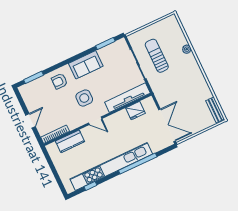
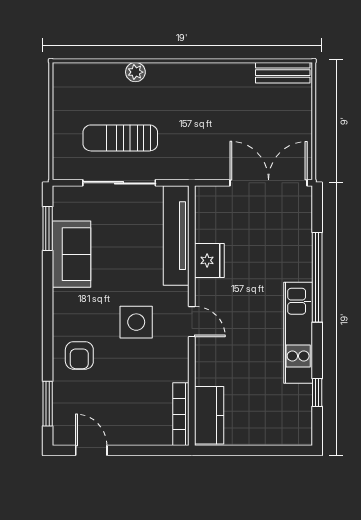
sofa: (86, 65) -> (71, 254), moved
fridge: (135, 111) -> (209, 260), moved
door: (31, 121) -> (91, 450), moved
door: (95, 121) -> (192, 322), hinge flipped
kitchen counter: (70, 141) -> (209, 415), moved
kitchen unit: (111, 167) -> (298, 333), width x0.54

